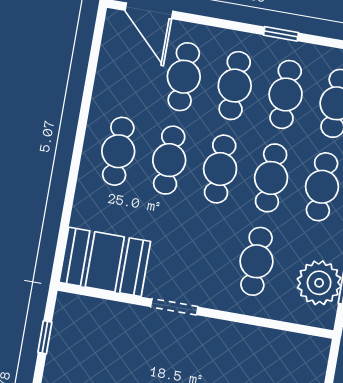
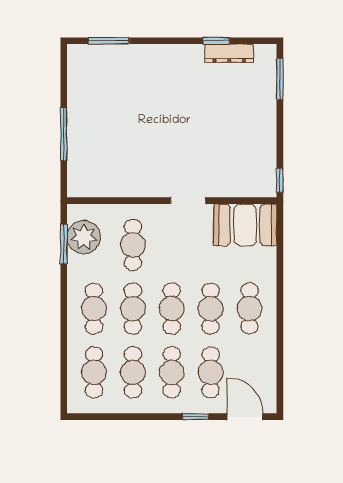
window: (281, 34) -> (196, 417), moved
window: (45, 337) -> (280, 180), moved

